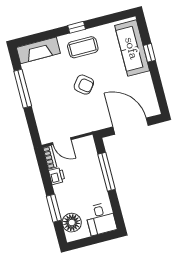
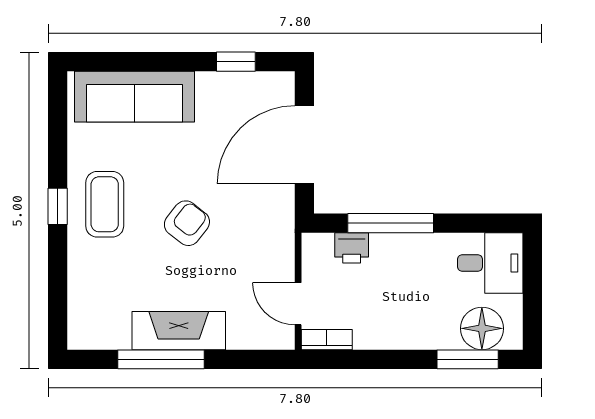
fireplace: (38, 50) -> (179, 331), moved, turned -90
window: (149, 53) -> (236, 62), moved
door: (62, 141) -> (298, 304), swing flipped
printer: (57, 176) -> (352, 248), moved, turned 180
window: (54, 208) -> (468, 359), moved

